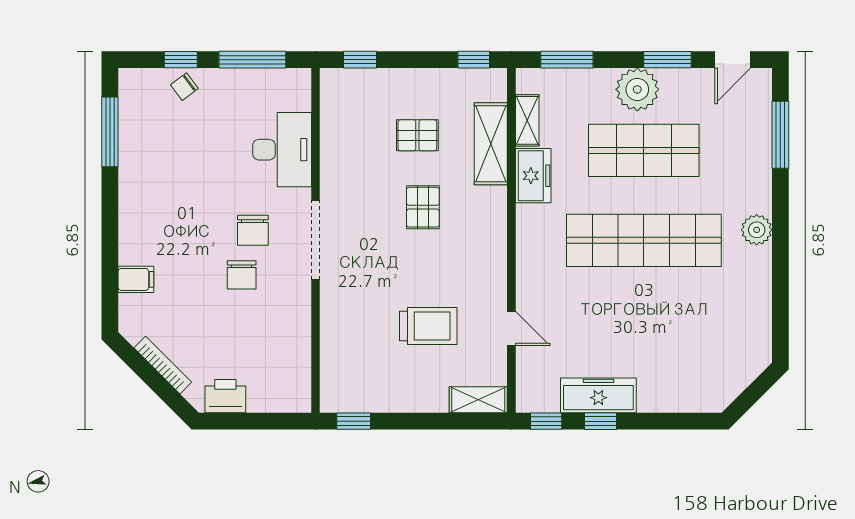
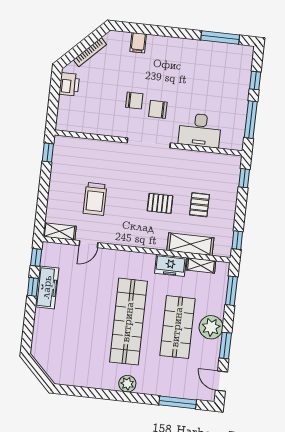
chair: (184, 87) -> (240, 81), removed
chair: (242, 275) -> (134, 101), turned 180
shelving: (478, 400) -> (60, 231), moved, turned 90

